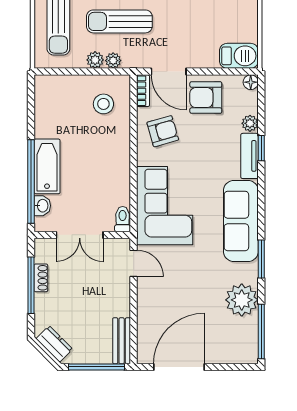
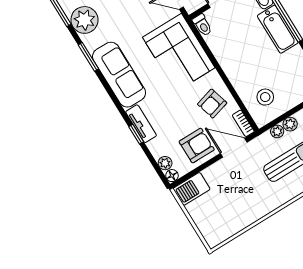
plant: (250, 123) -> (165, 163), moved

